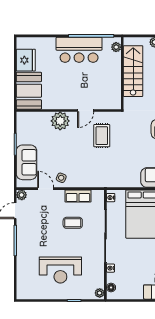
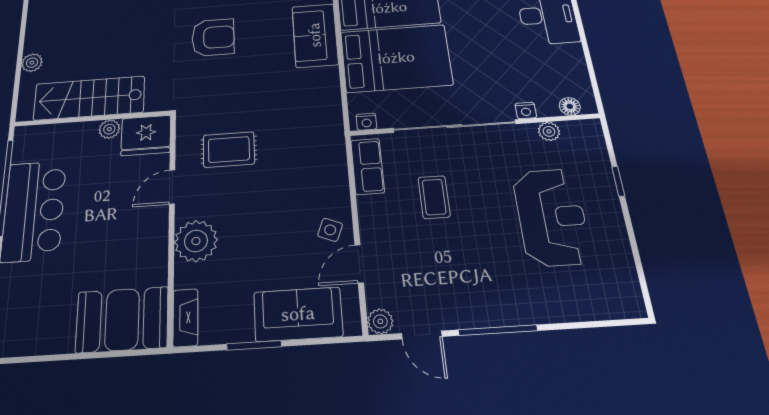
plant: (116, 47) -> (109, 129), moved
fridge: (26, 60) -> (146, 135), moved, turned 180
door: (86, 110) -> (172, 187), swing flipped
fireplace: (28, 117) -> (185, 318), added
row of seats: (78, 196) -> (367, 166), moved
plant: (100, 293) -> (549, 131), moved

